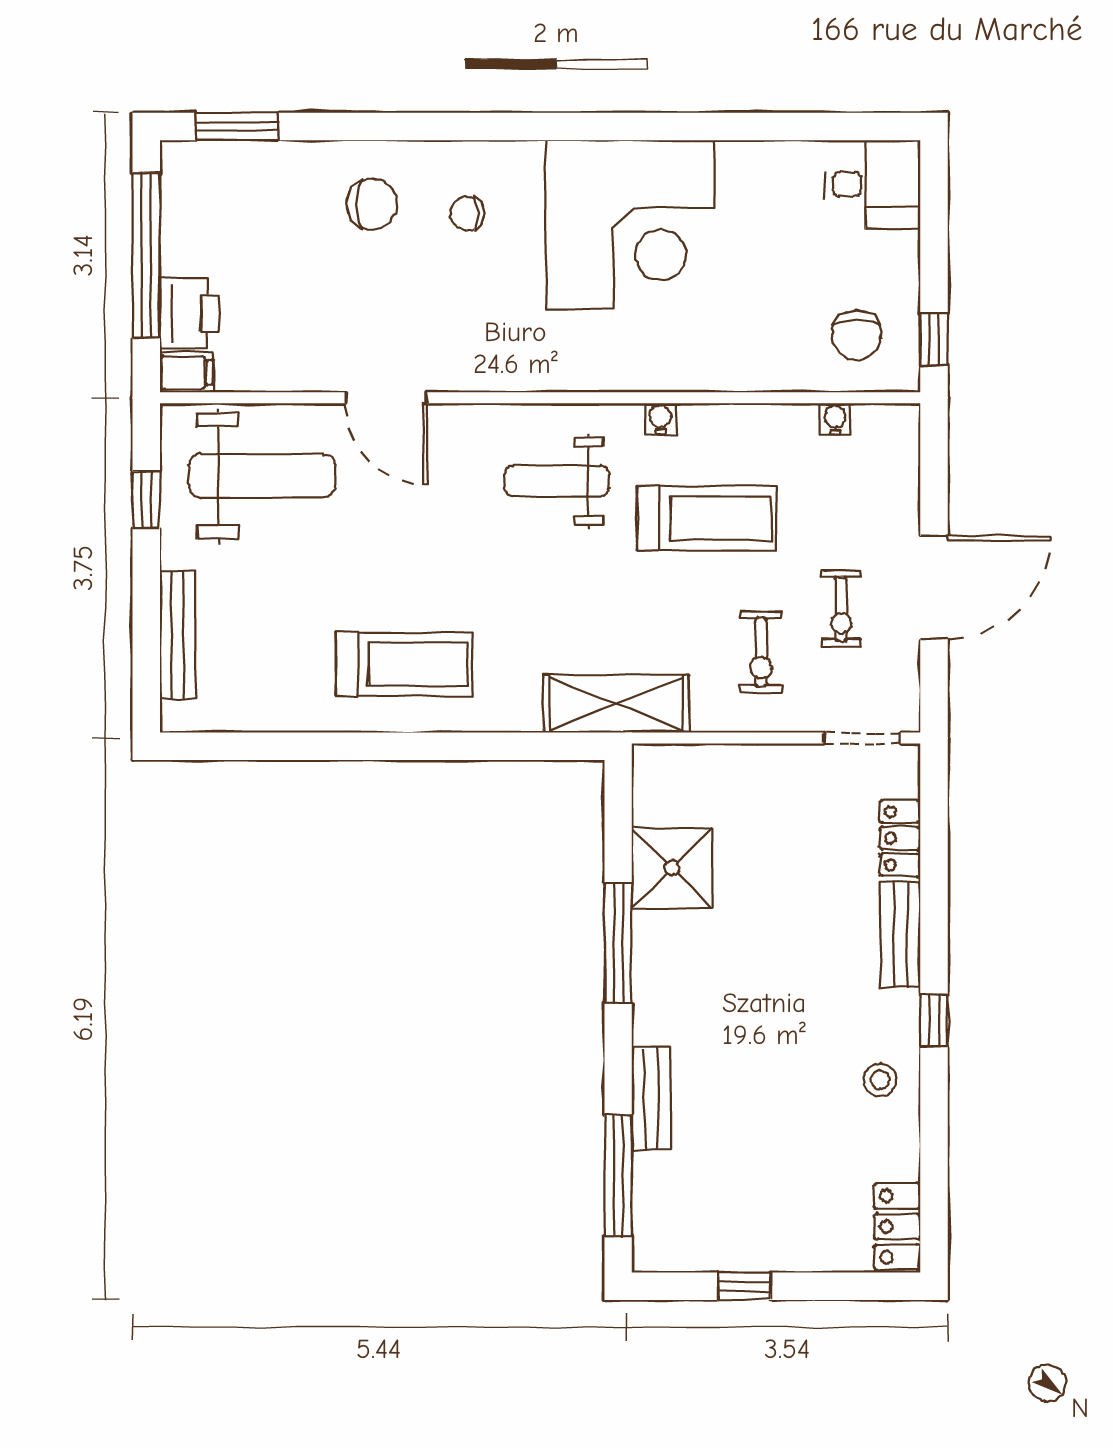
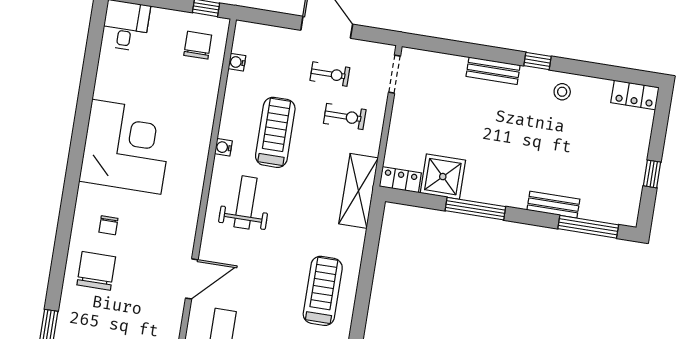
chair: (372, 204) -> (96, 271), width x1.37, depth x1.37
chair: (856, 335) -> (198, 45), turned -90
weight bench: (557, 481) -> (246, 202), turned 180
locker: (900, 838) -> (400, 180), moved, turned 180

